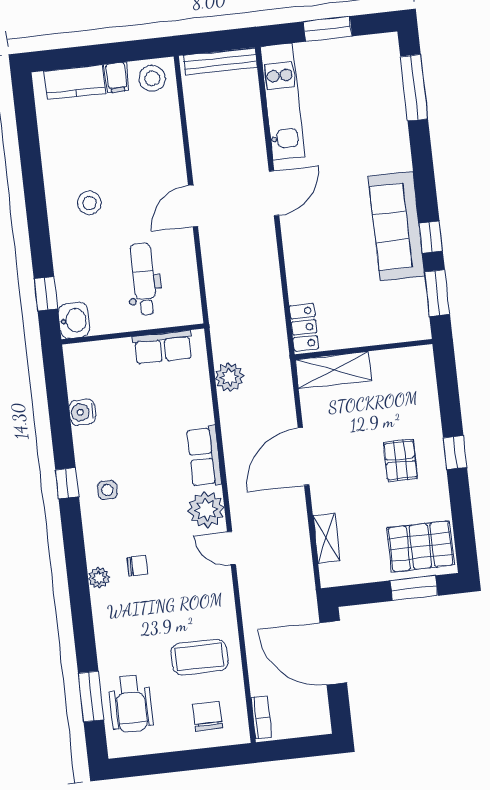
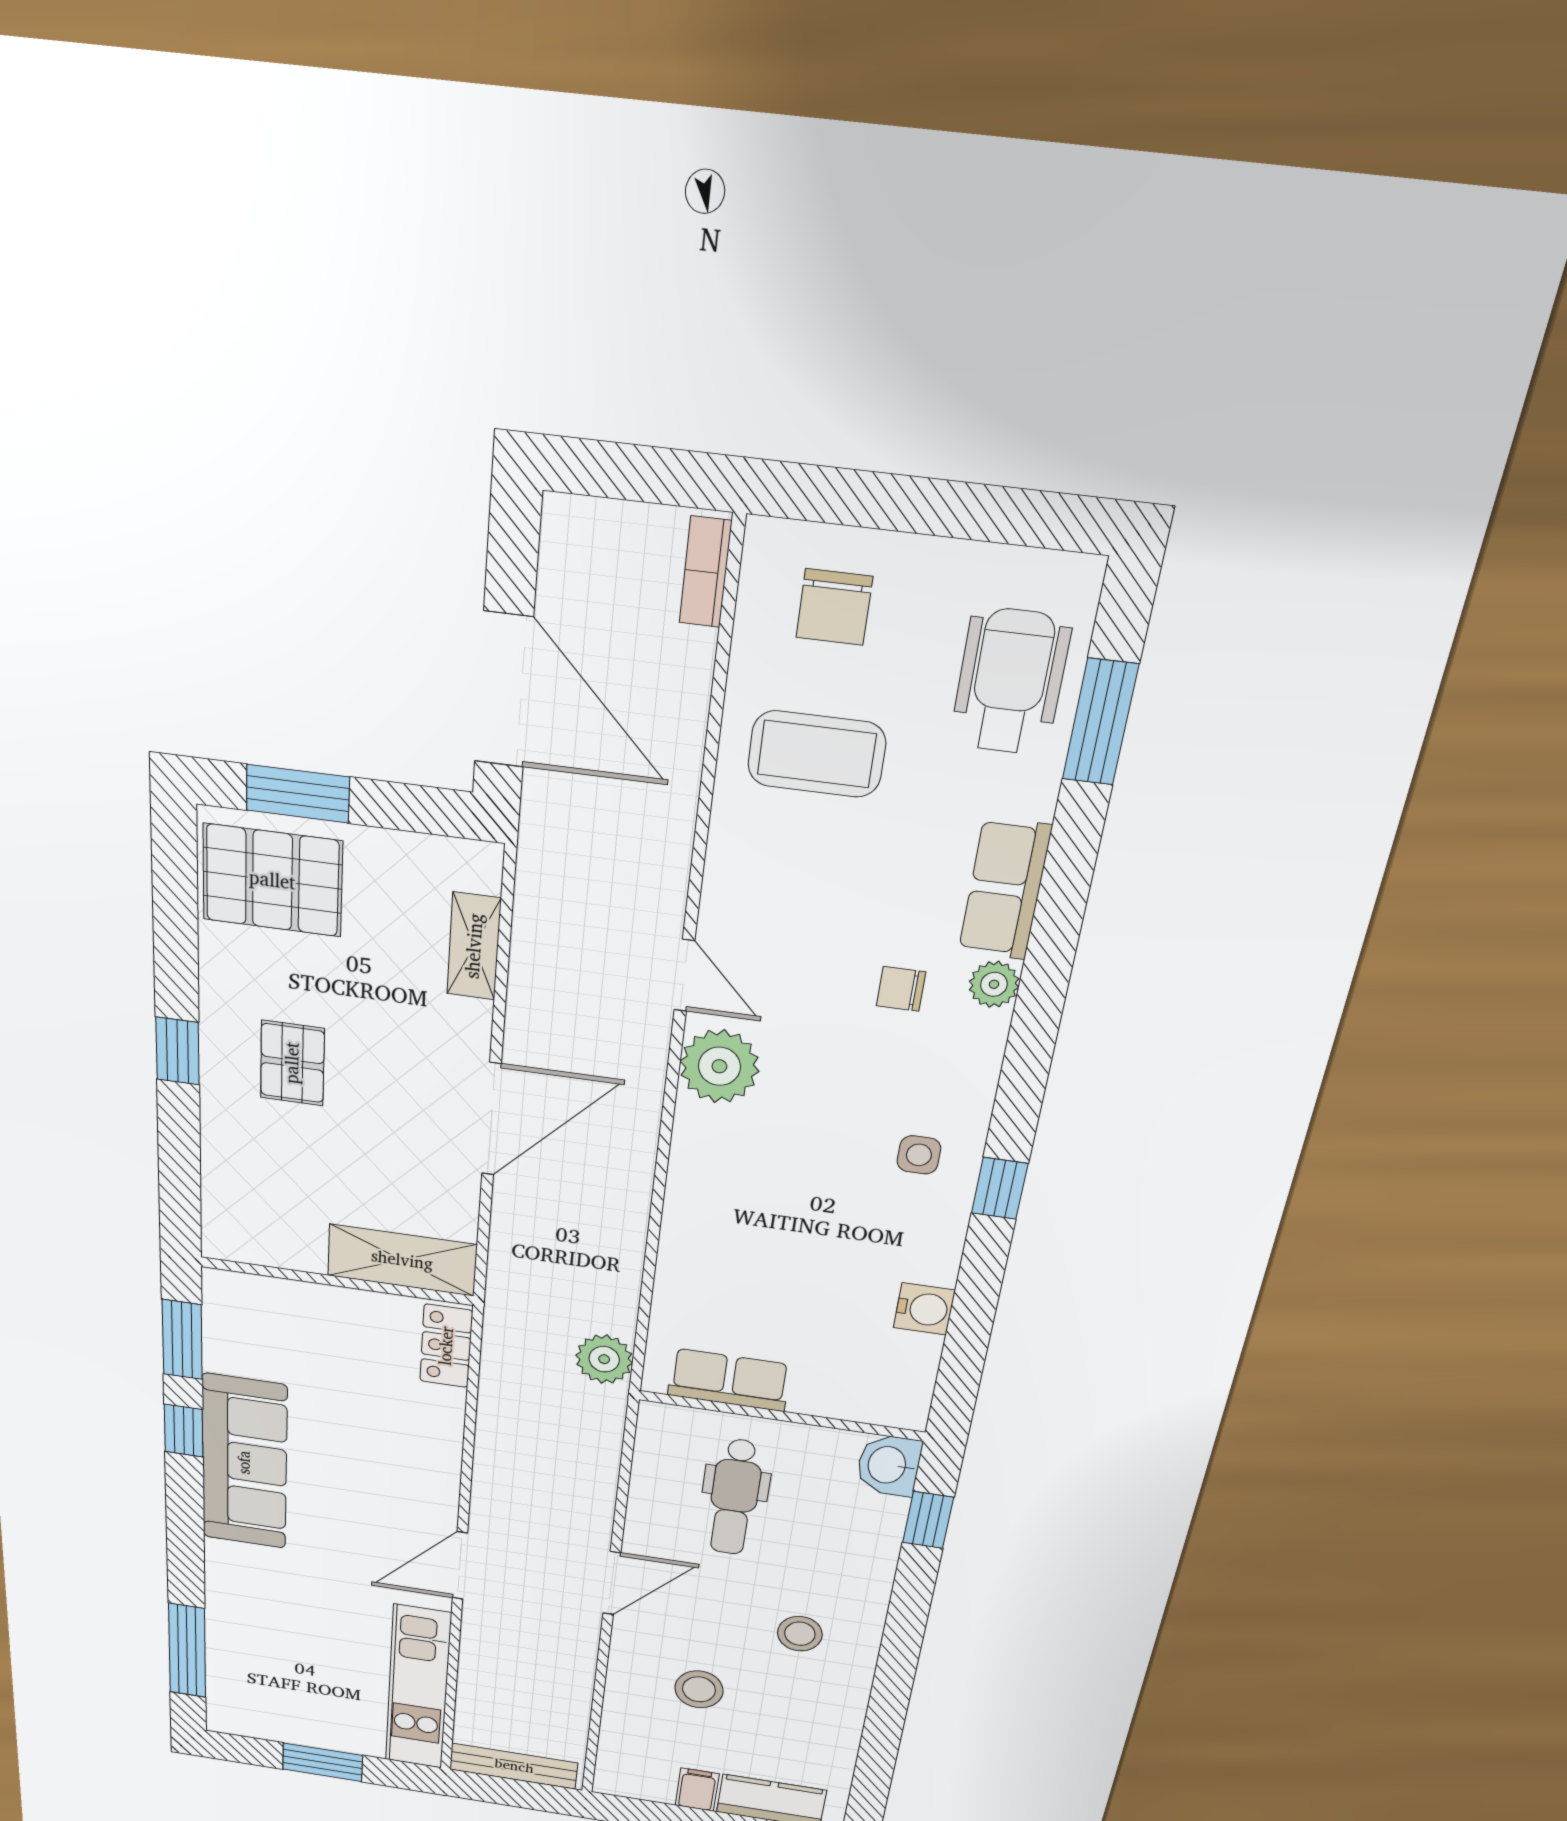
stool: (152, 78) -> (699, 1689), moved
plant: (229, 377) -> (604, 1359), moved
row of seats: (204, 456) -> (1005, 889), moved, turned 180

